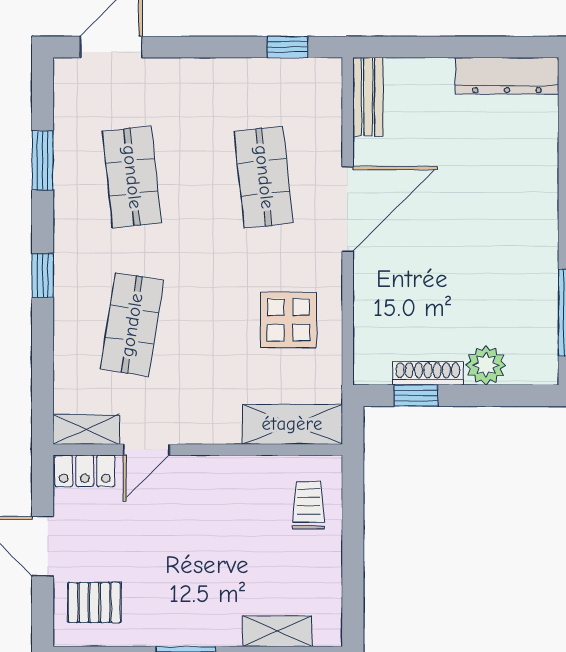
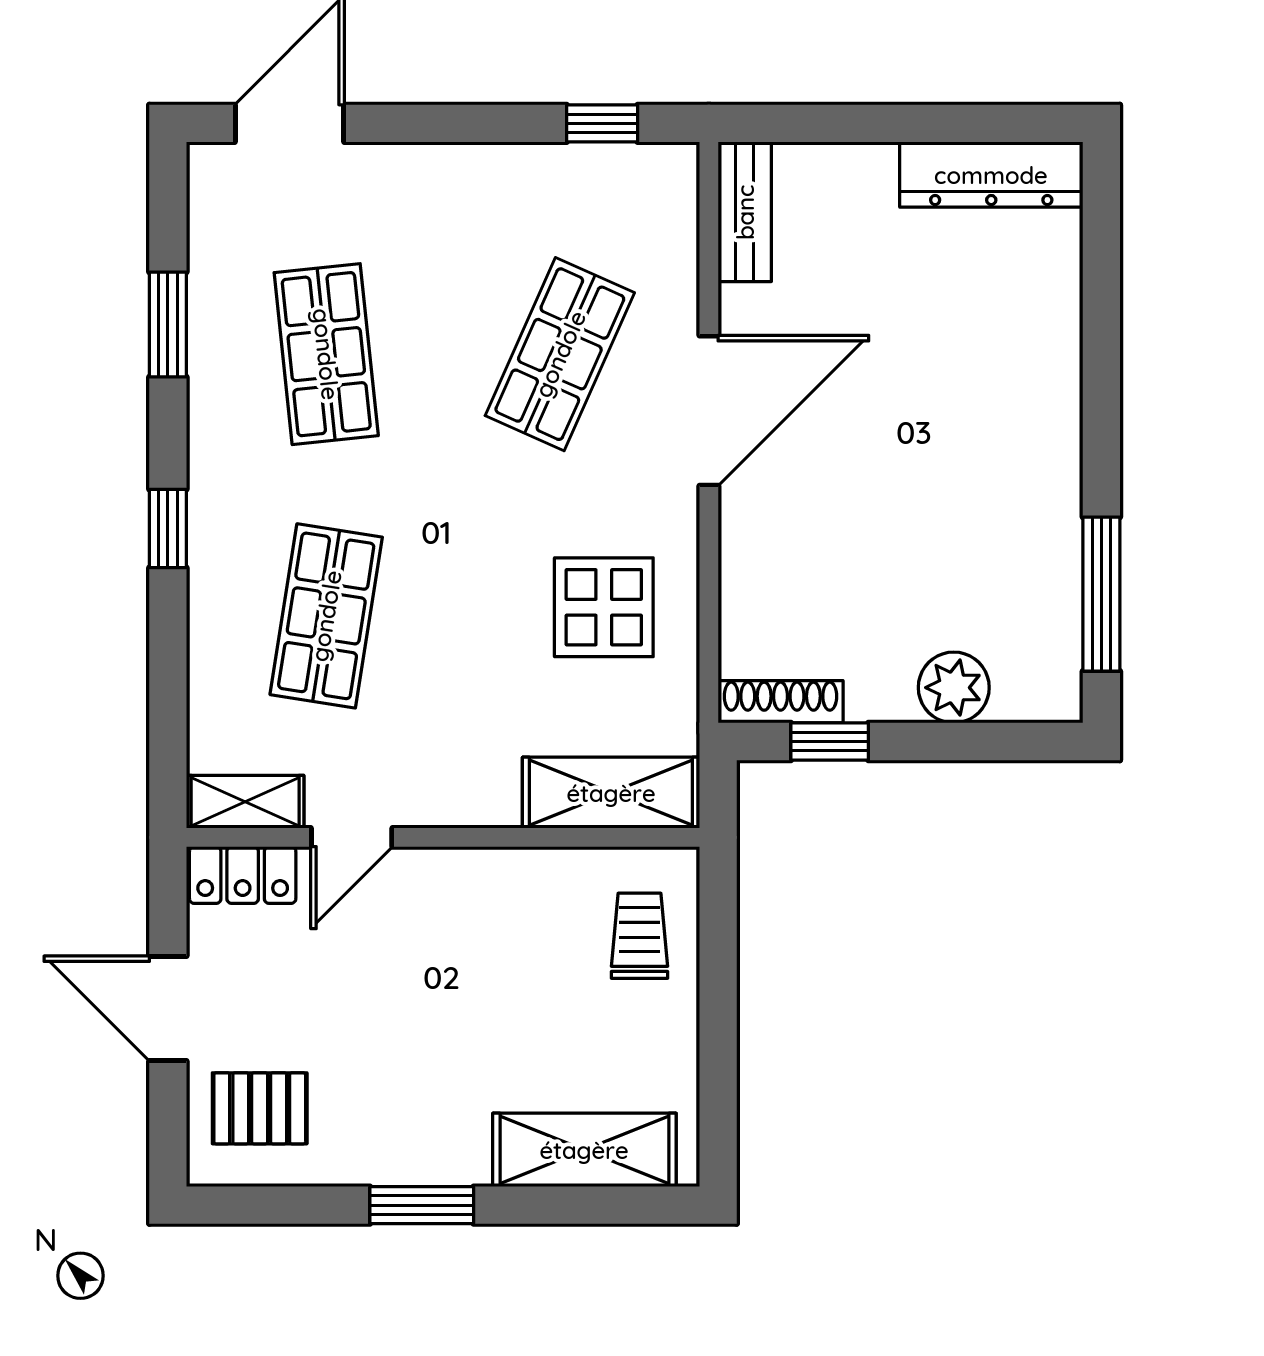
shop shelf: (264, 177) -> (560, 354), turned 30
shoe rack: (428, 373) -> (781, 702), moved
shelving: (278, 631) -> (584, 1150), width x1.50, depth x1.33

